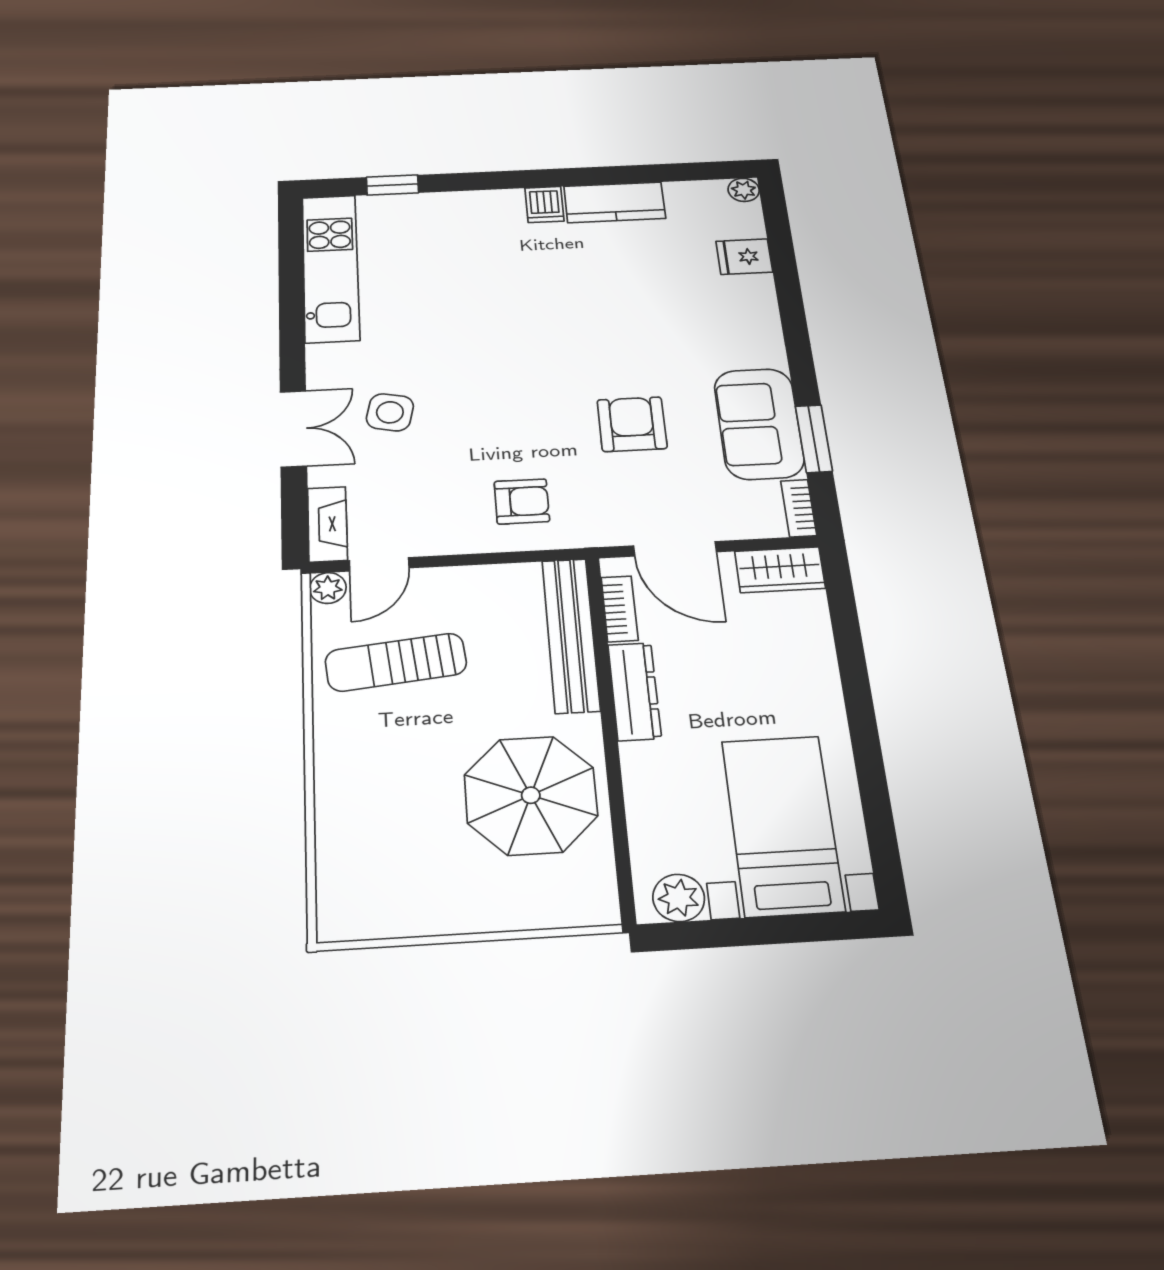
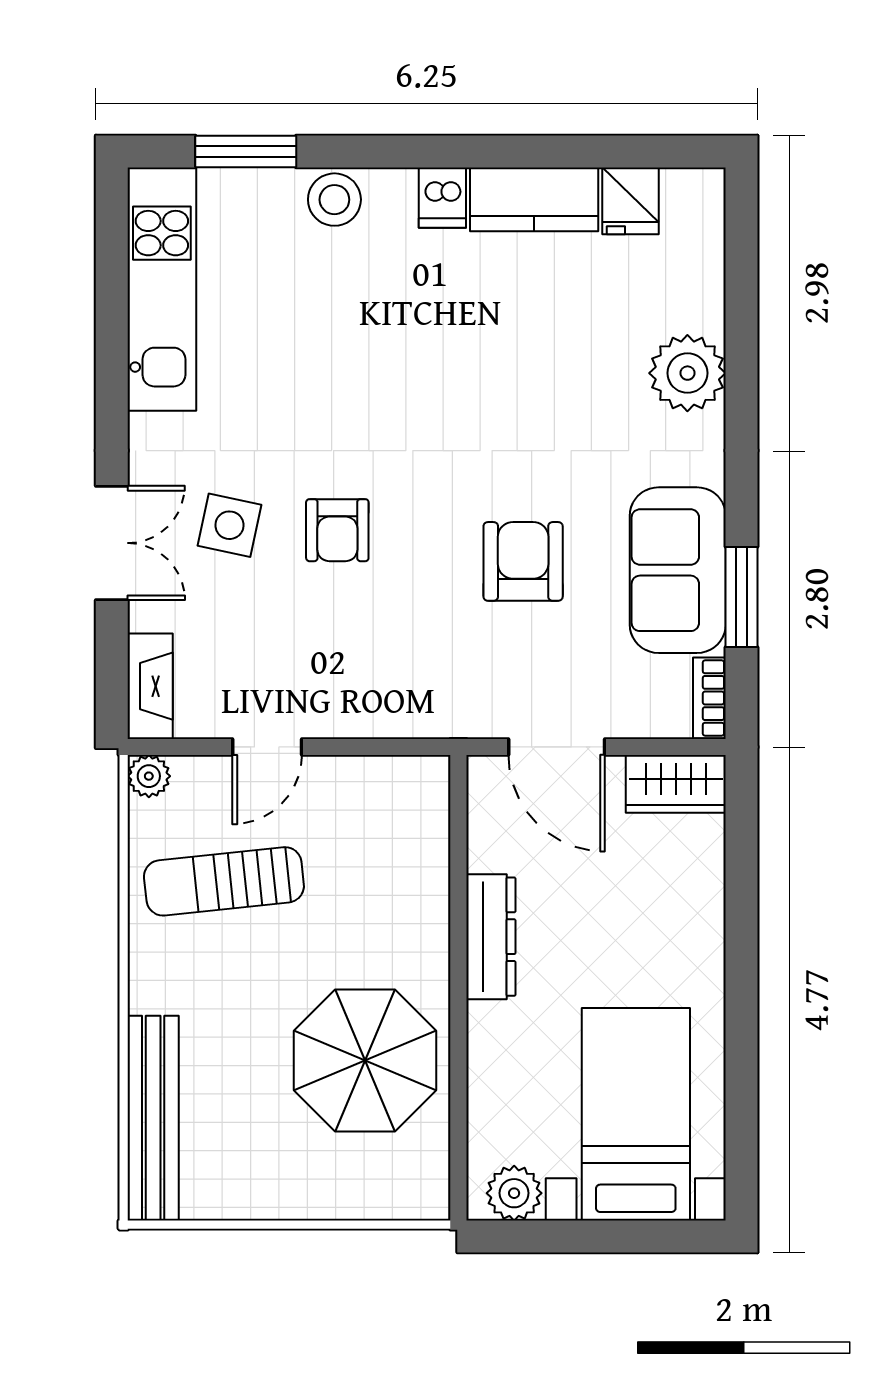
window: (392, 185) -> (246, 151), width x1.50
plant: (744, 190) -> (687, 373), moved, width x1.88, depth x1.88
stool: (462, 209) -> (334, 200), added
fridge: (744, 257) -> (630, 201), moved, turned -90
armchair: (522, 501) -> (337, 530), moved, turned 90
door: (379, 564) -> (267, 747), moved
bookcase: (620, 609) -> (484, 826), removed
bench: (571, 635) -> (153, 1118), moved

